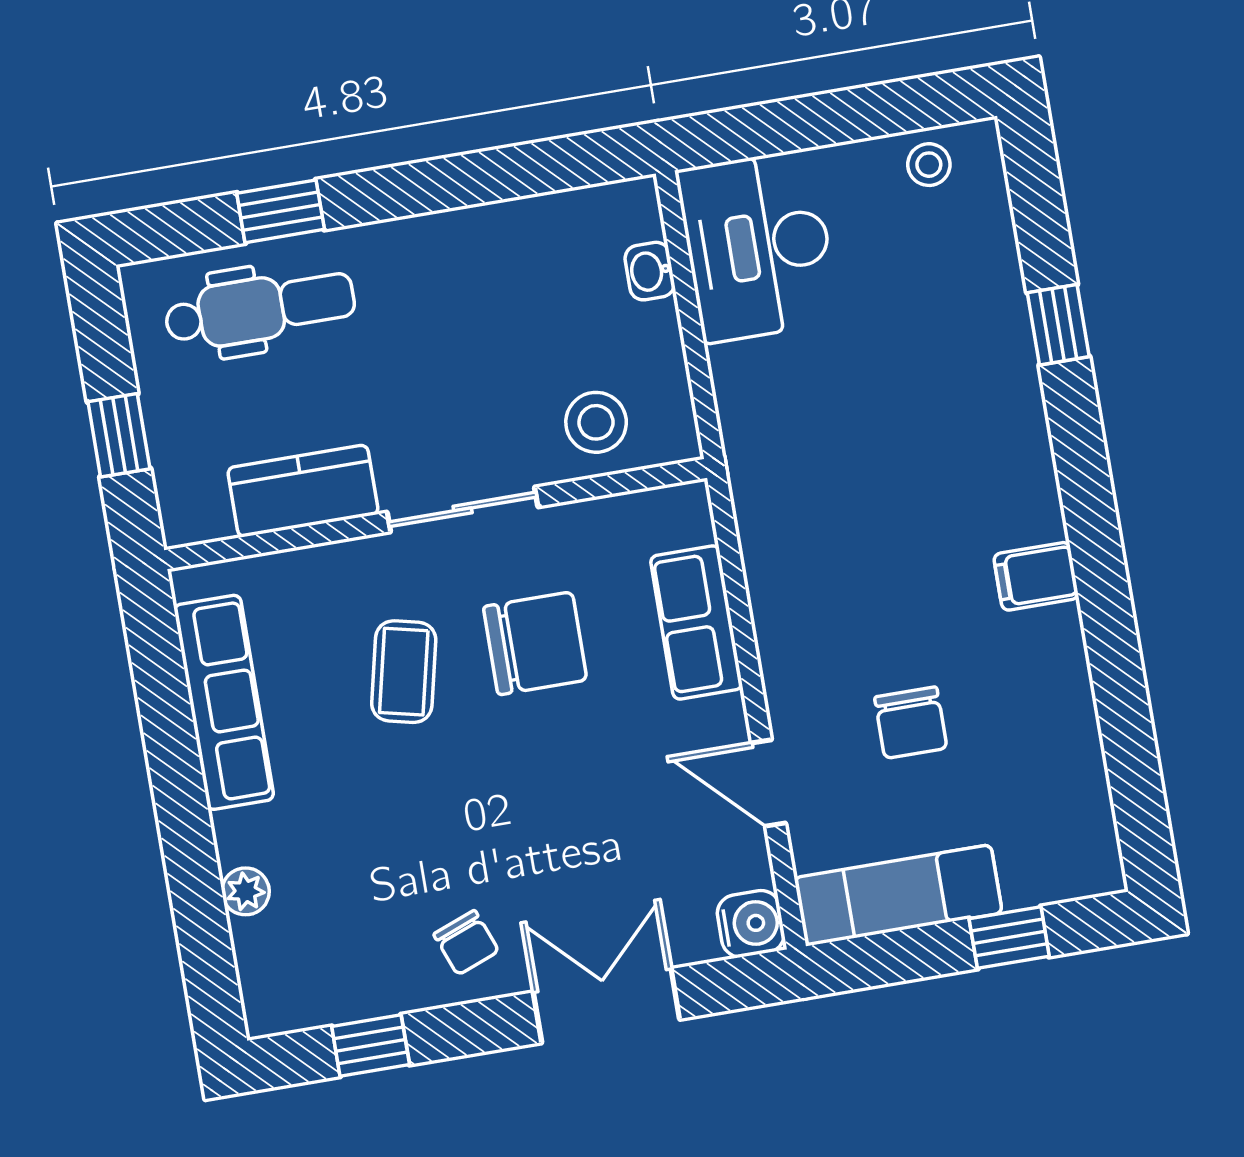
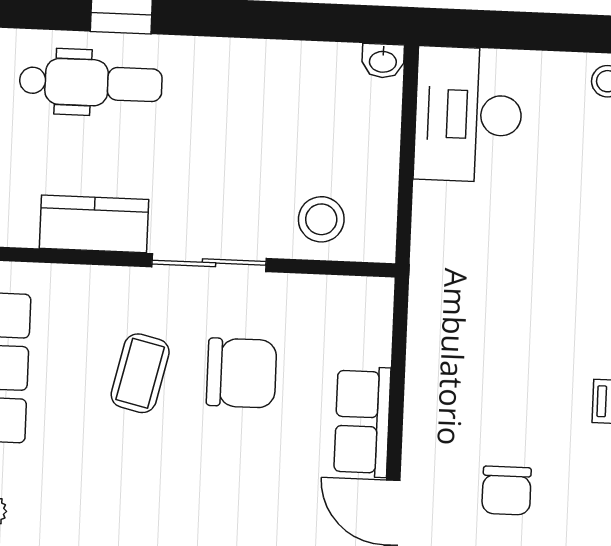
washbasin: (650, 271) -> (383, 61), moved, turned -90
row of seats: (696, 623) -> (362, 422), moved

